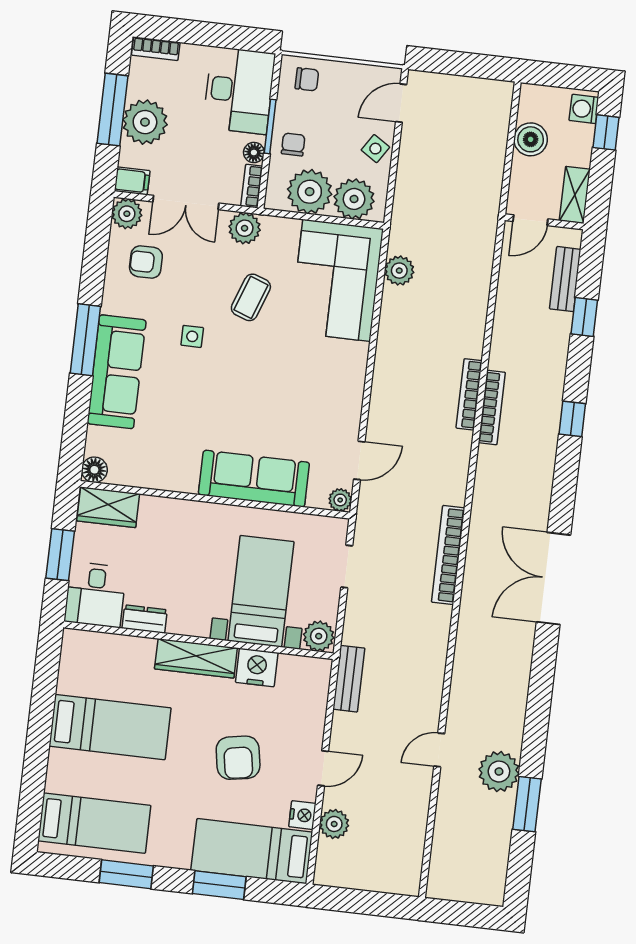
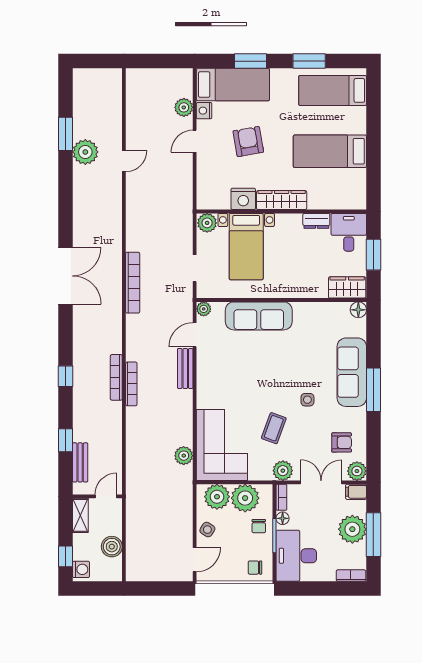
bench: (349, 679) -> (185, 368), moved

